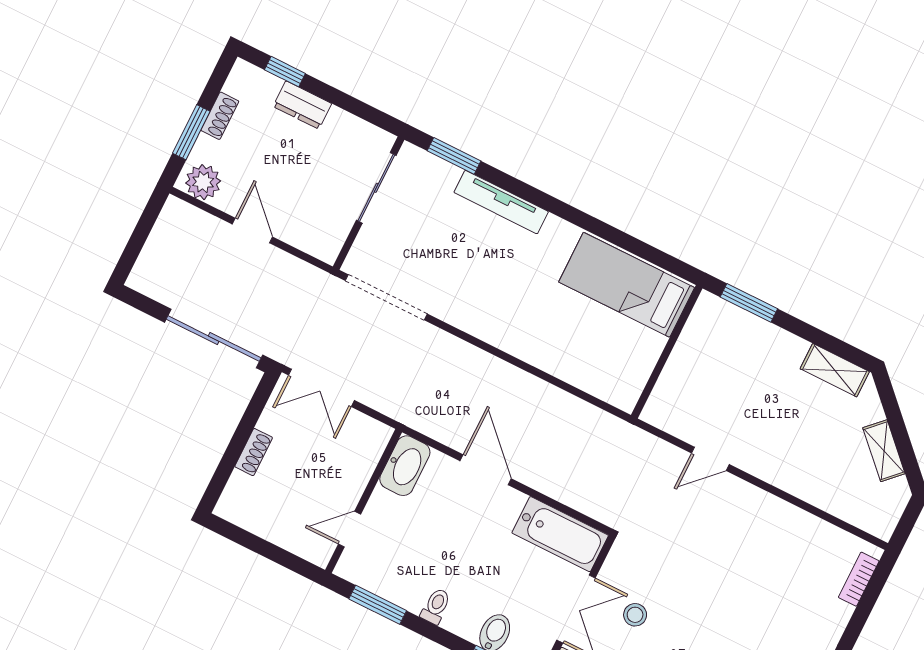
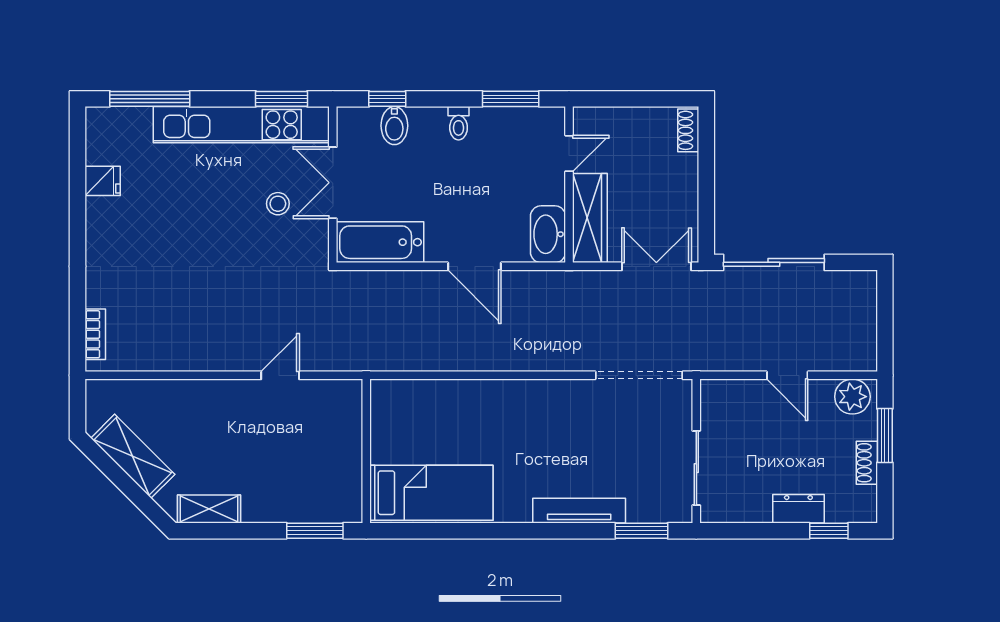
shelving: (884, 451) -> (133, 456), width x1.50, depth x1.33
shoe rack: (254, 452) -> (688, 130), moved
wardrobe: (360, 461) -> (590, 218), added

